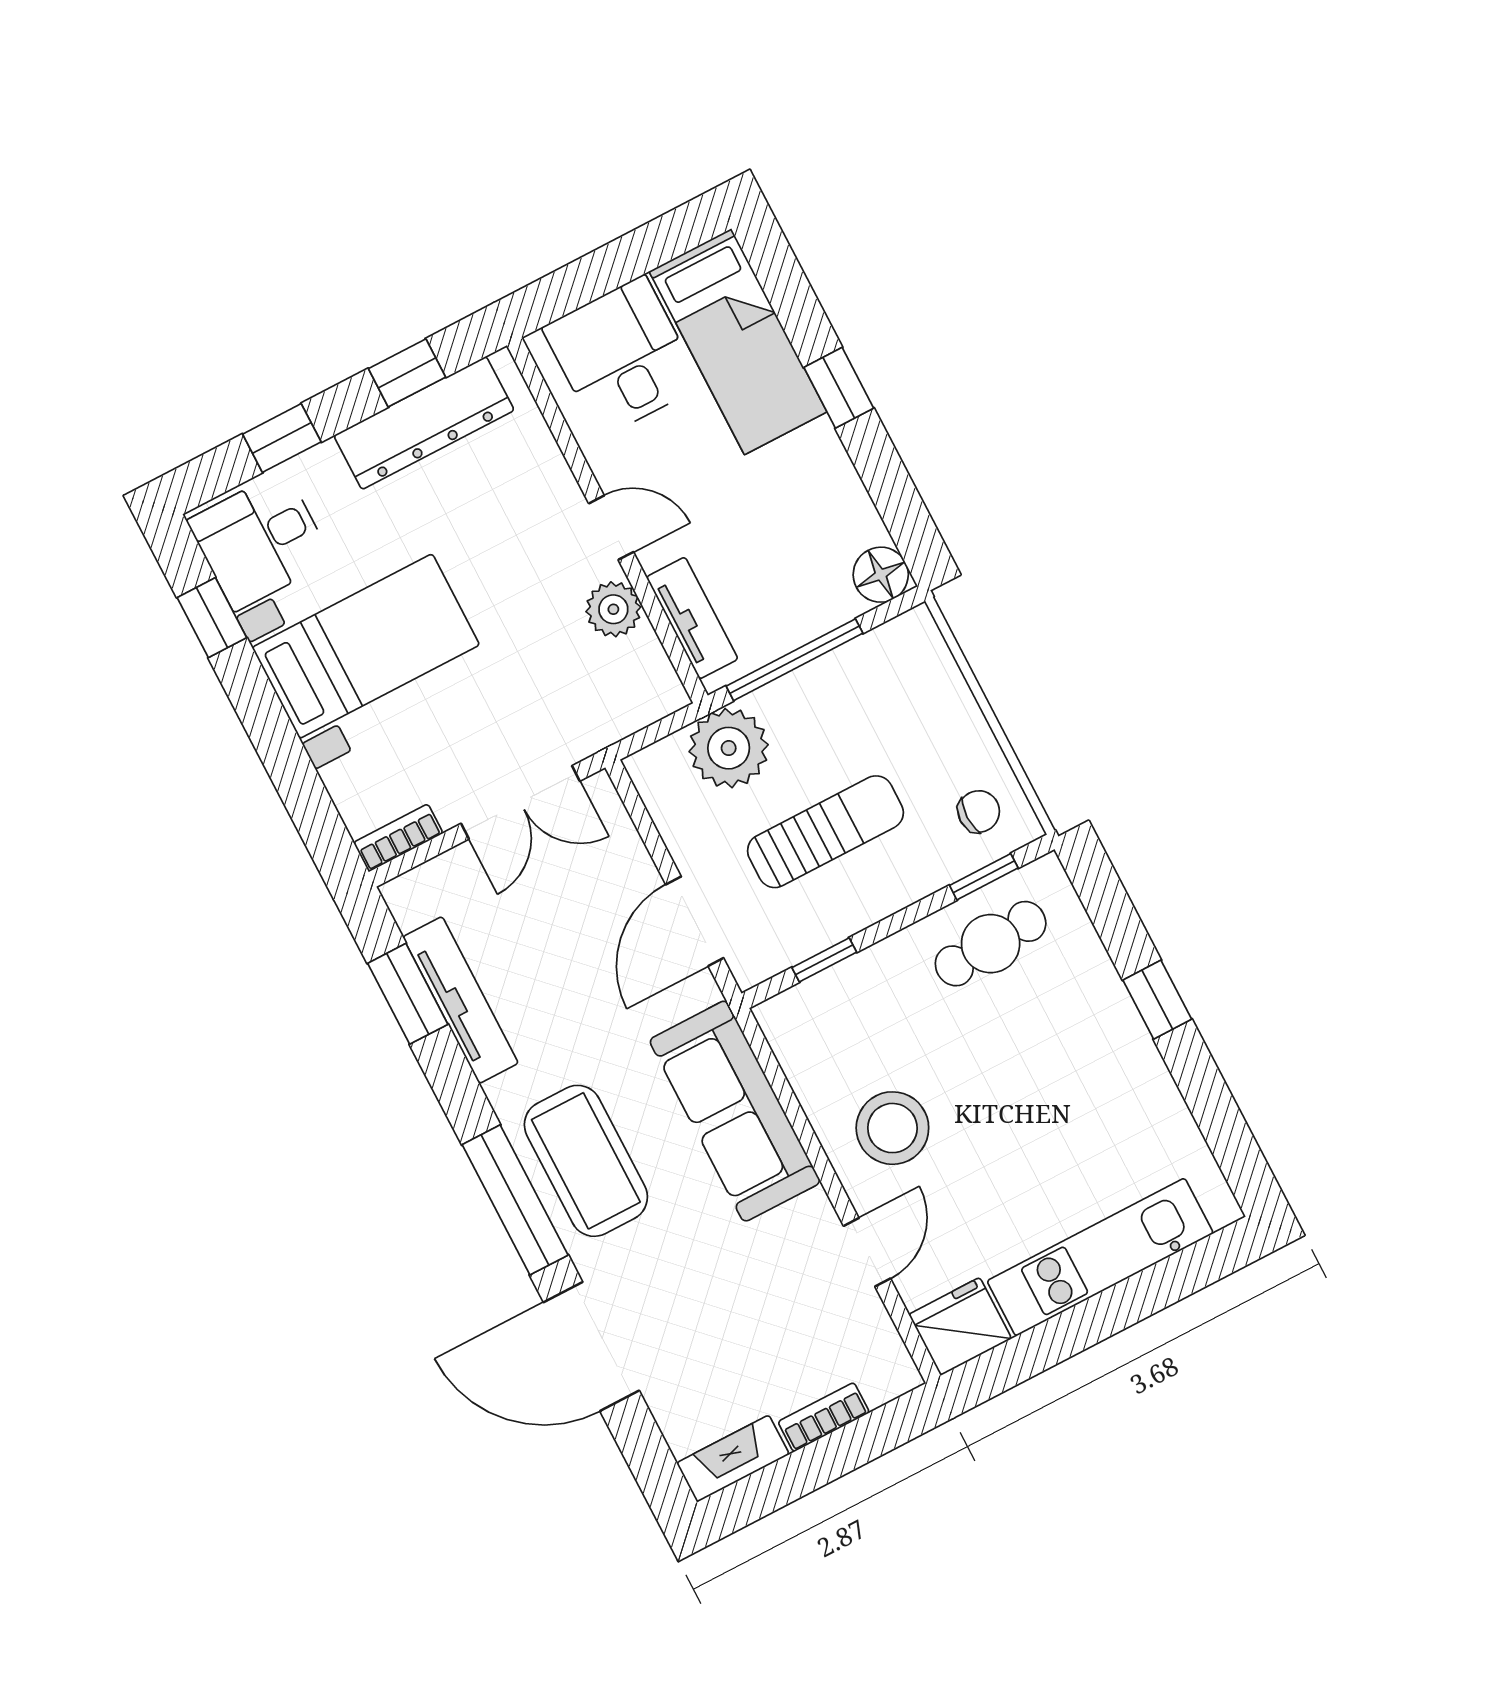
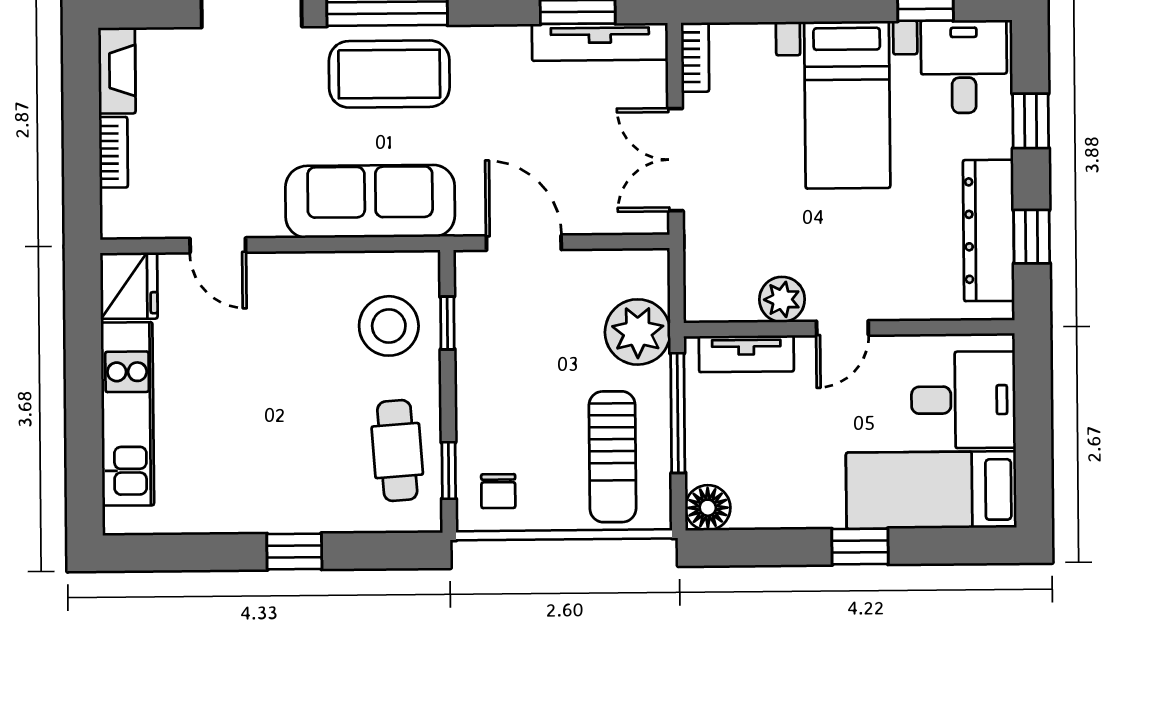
sun lounger: (825, 832) -> (612, 457), moved
tv unit: (461, 1000) -> (600, 42), moved
stool: (892, 1128) -> (389, 326), moved

